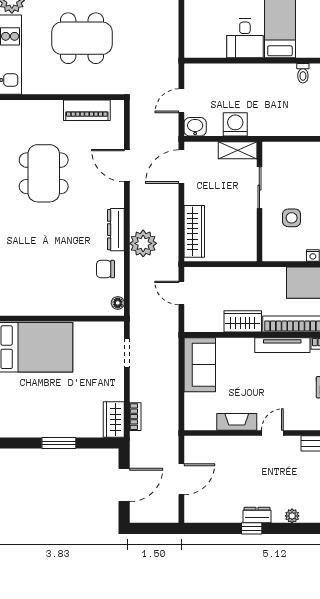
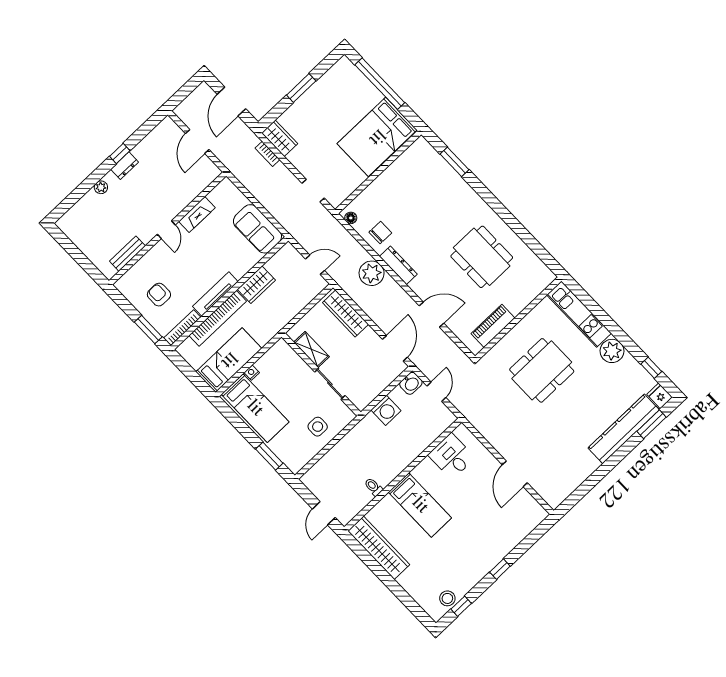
desk: (245, 38) -> (452, 456), moved
shelving: (238, 150) -> (312, 349), moved, turned 90
side table: (292, 218) -> (318, 427), moved

